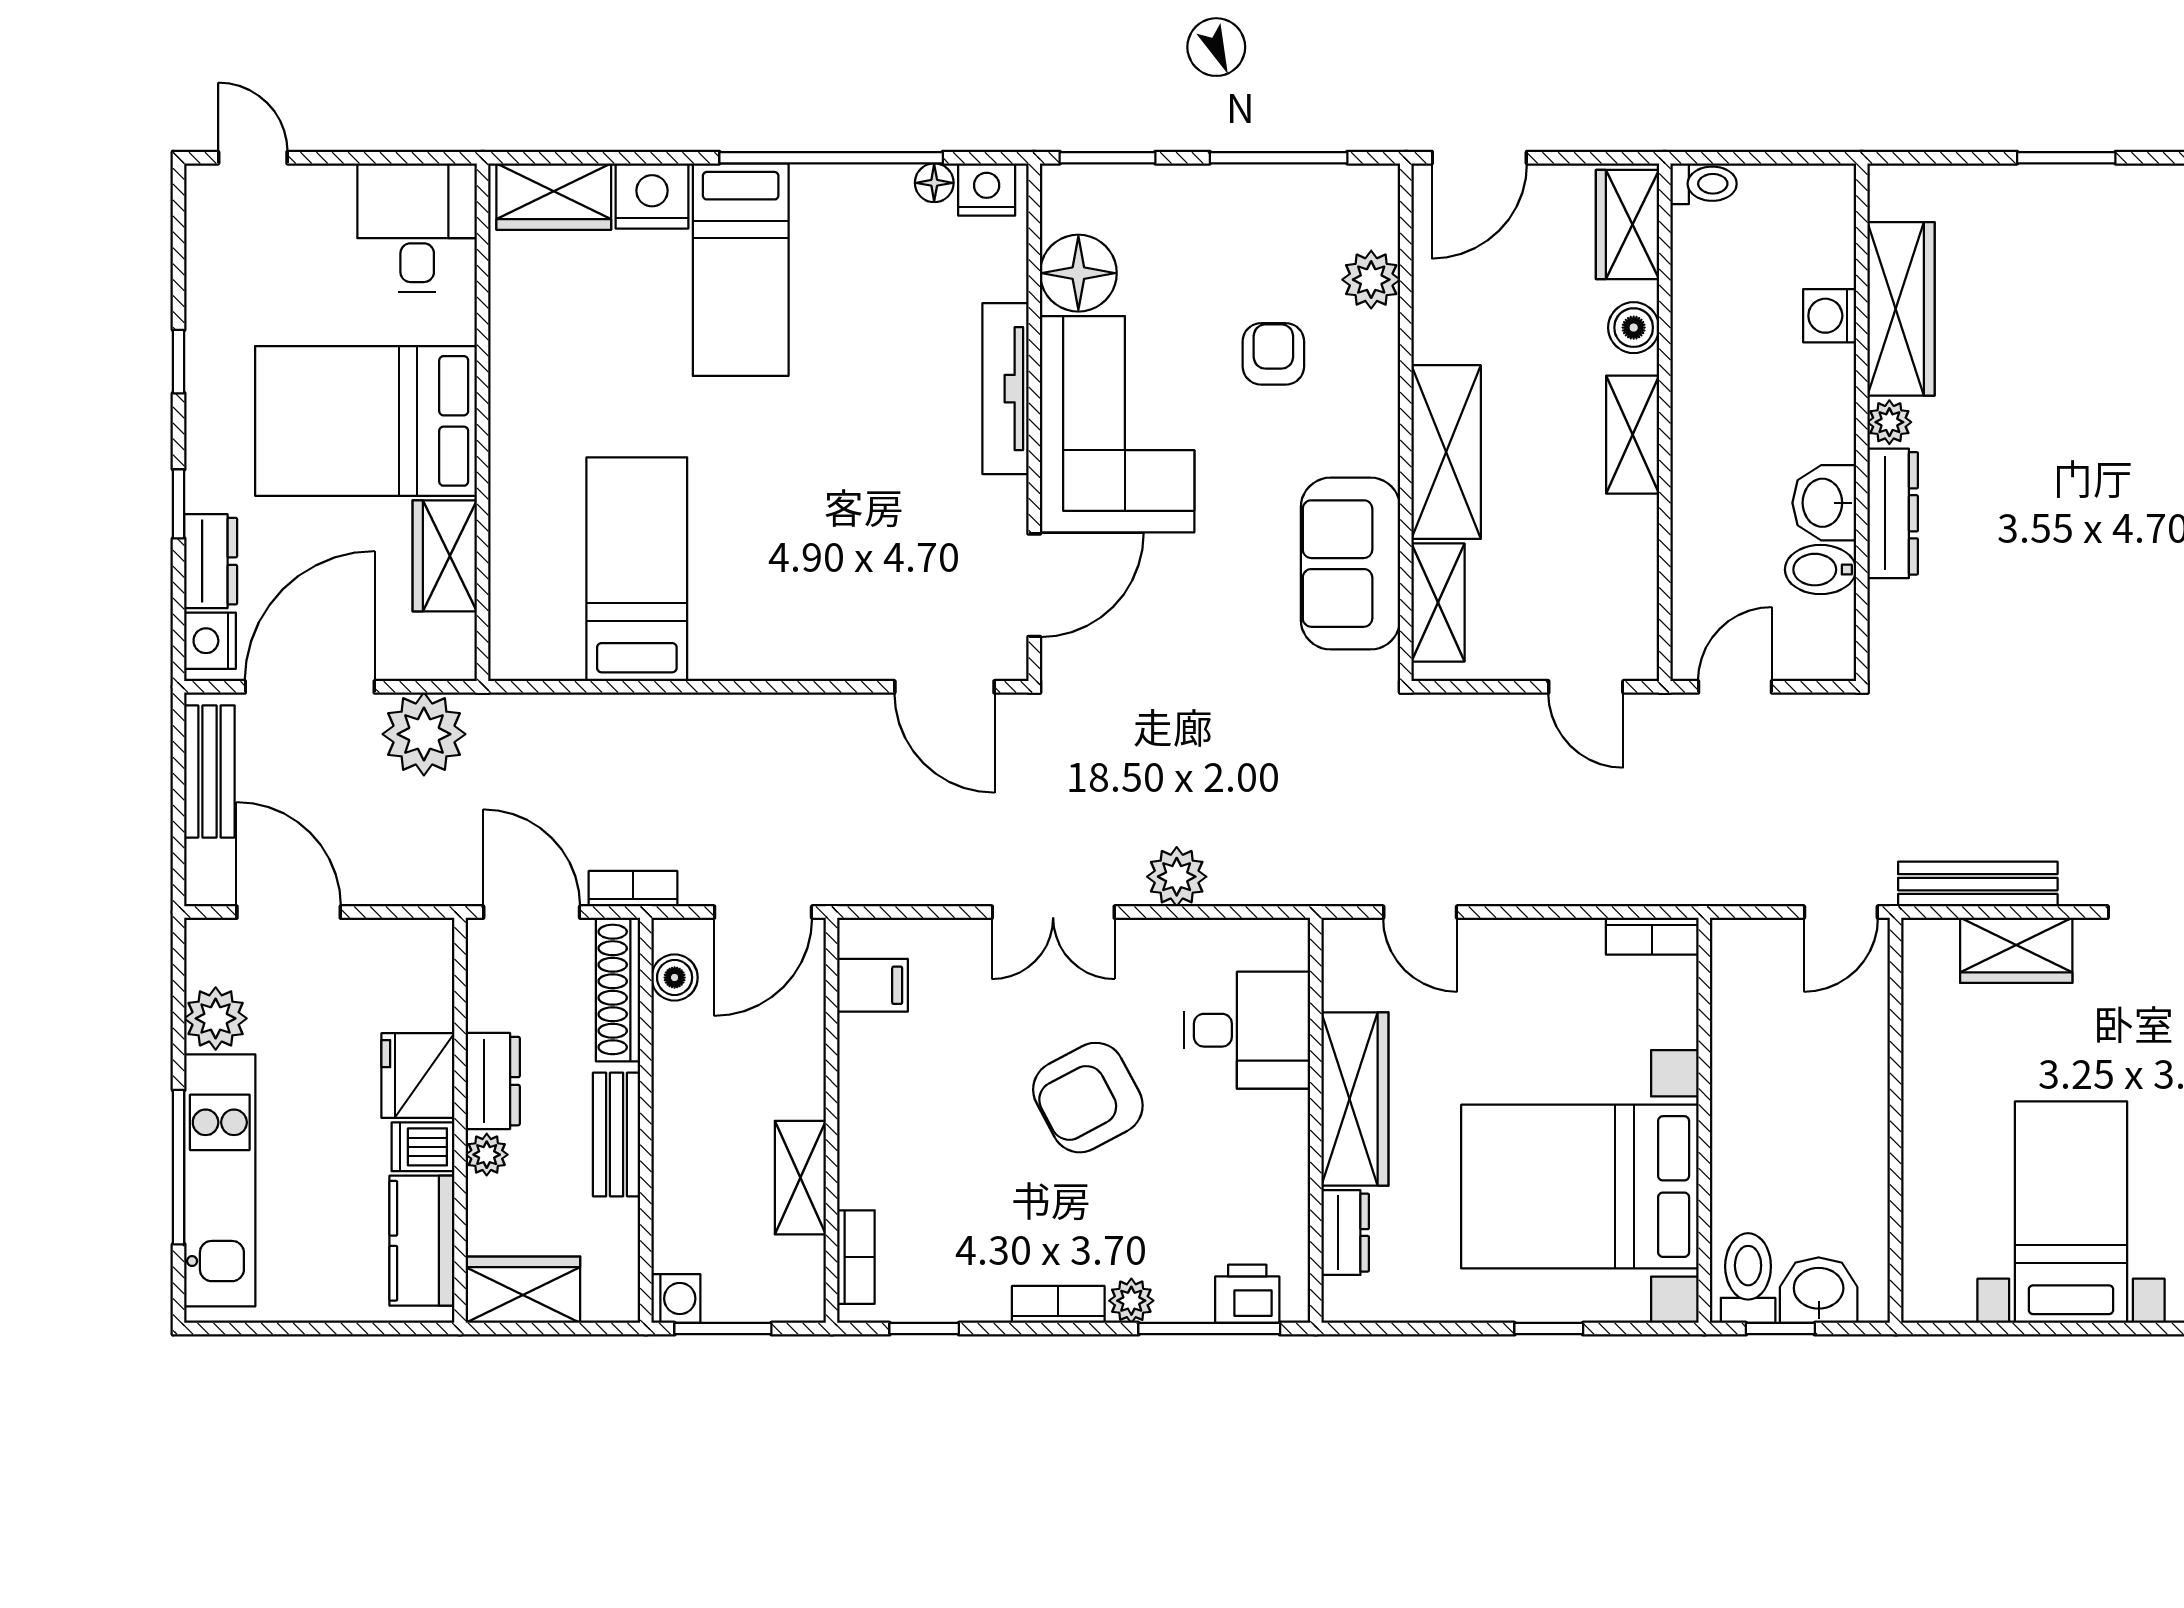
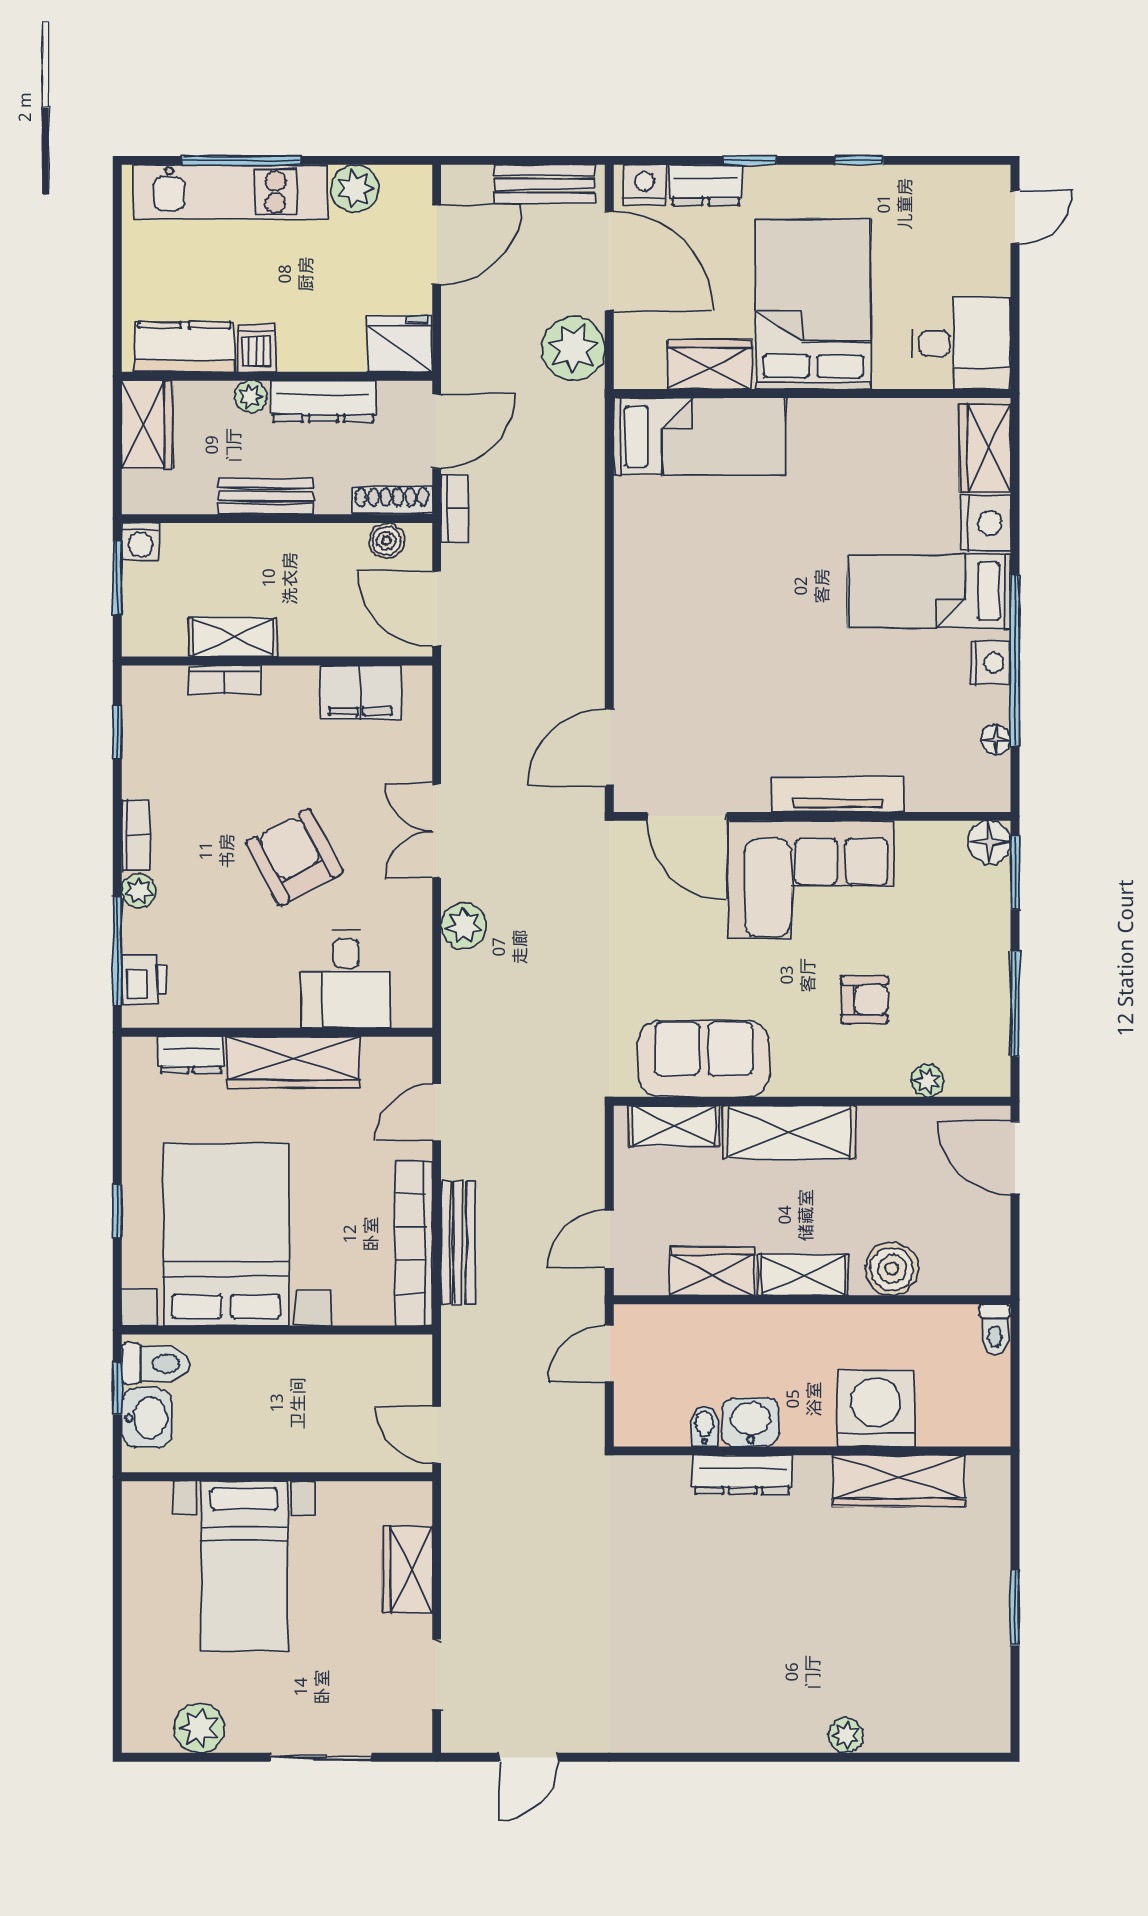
nightstand: (987, 190) -> (991, 663), moved
wardrobe: (1627, 225) -> (712, 1271), moved
floor lamp: (1078, 273) -> (989, 842), moved, width x0.73, depth x0.73
plant: (1371, 280) -> (928, 1081), width x0.73, depth x0.73
washing machine: (1830, 316) -> (876, 1408), width x1.89, depth x1.89
boiler: (1634, 328) -> (892, 1269), width x1.36, depth x1.36
plant: (1889, 422) -> (812, 1472), removed
bed: (637, 569) -> (699, 436), moved
bidet: (1820, 570) -> (704, 1426), width x0.72, depth x0.74
door: (1735, 687) -> (609, 1354), swing flipped
bench: (1978, 884) -> (458, 1243), moved
bookcase: (1652, 936) -> (414, 1244), width x2.31, depth x1.31
filing cabinet: (872, 985) -> (360, 692), width x2.00
shoe rack: (618, 989) -> (392, 501), width x0.74, depth x0.81
fridge: (418, 1076) -> (400, 344), moved
dresser: (493, 1081) -> (323, 401), width x1.44
bed with nightstands: (2071, 1212) -> (244, 1566), moved, turned 90
bookcase: (856, 1257) -> (224, 680), moved

